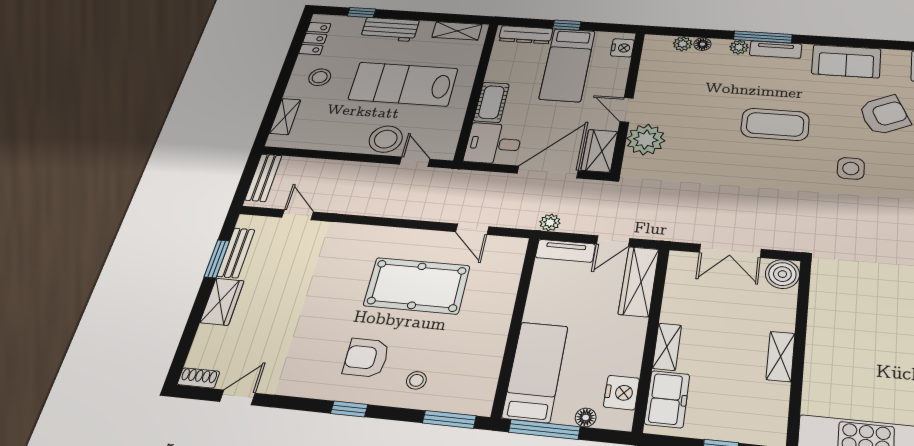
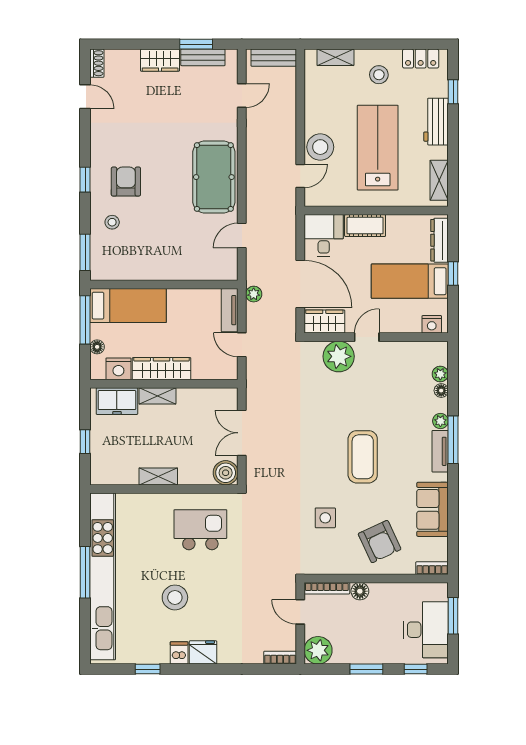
wardrobe: (639, 281) -> (162, 369), moved
pool table: (417, 286) -> (214, 177), moved
kitchen island: (860, 311) -> (200, 530), added

